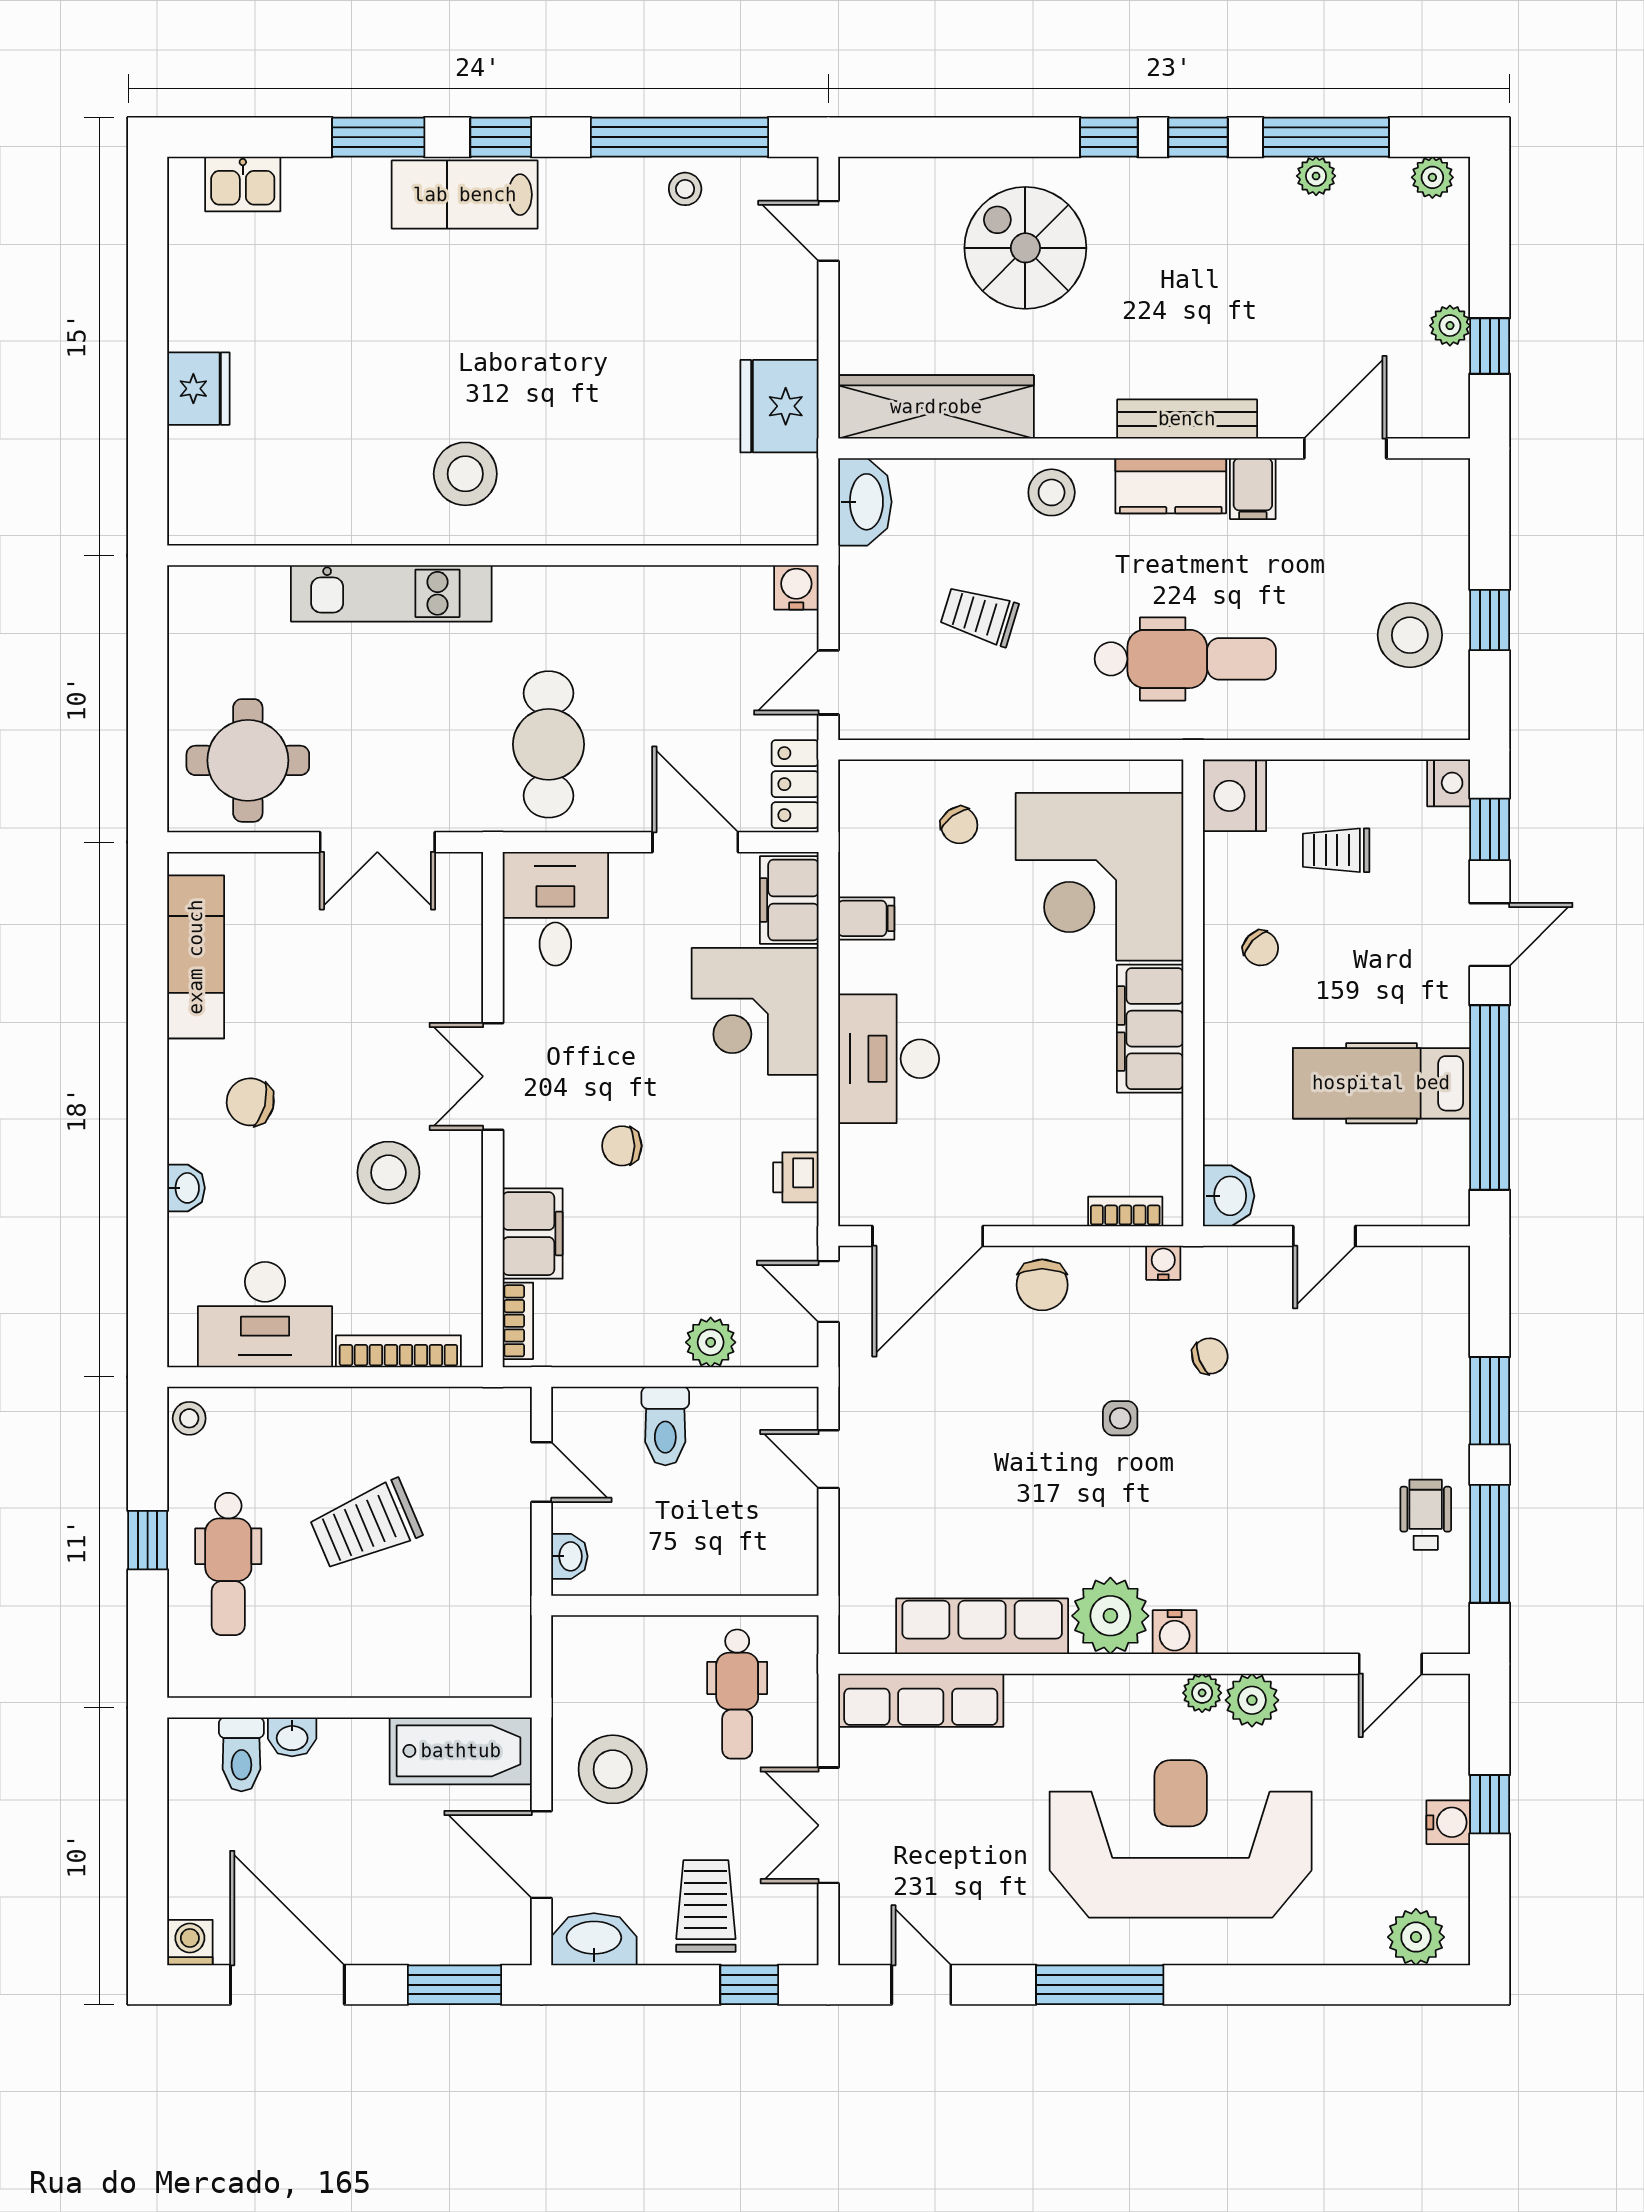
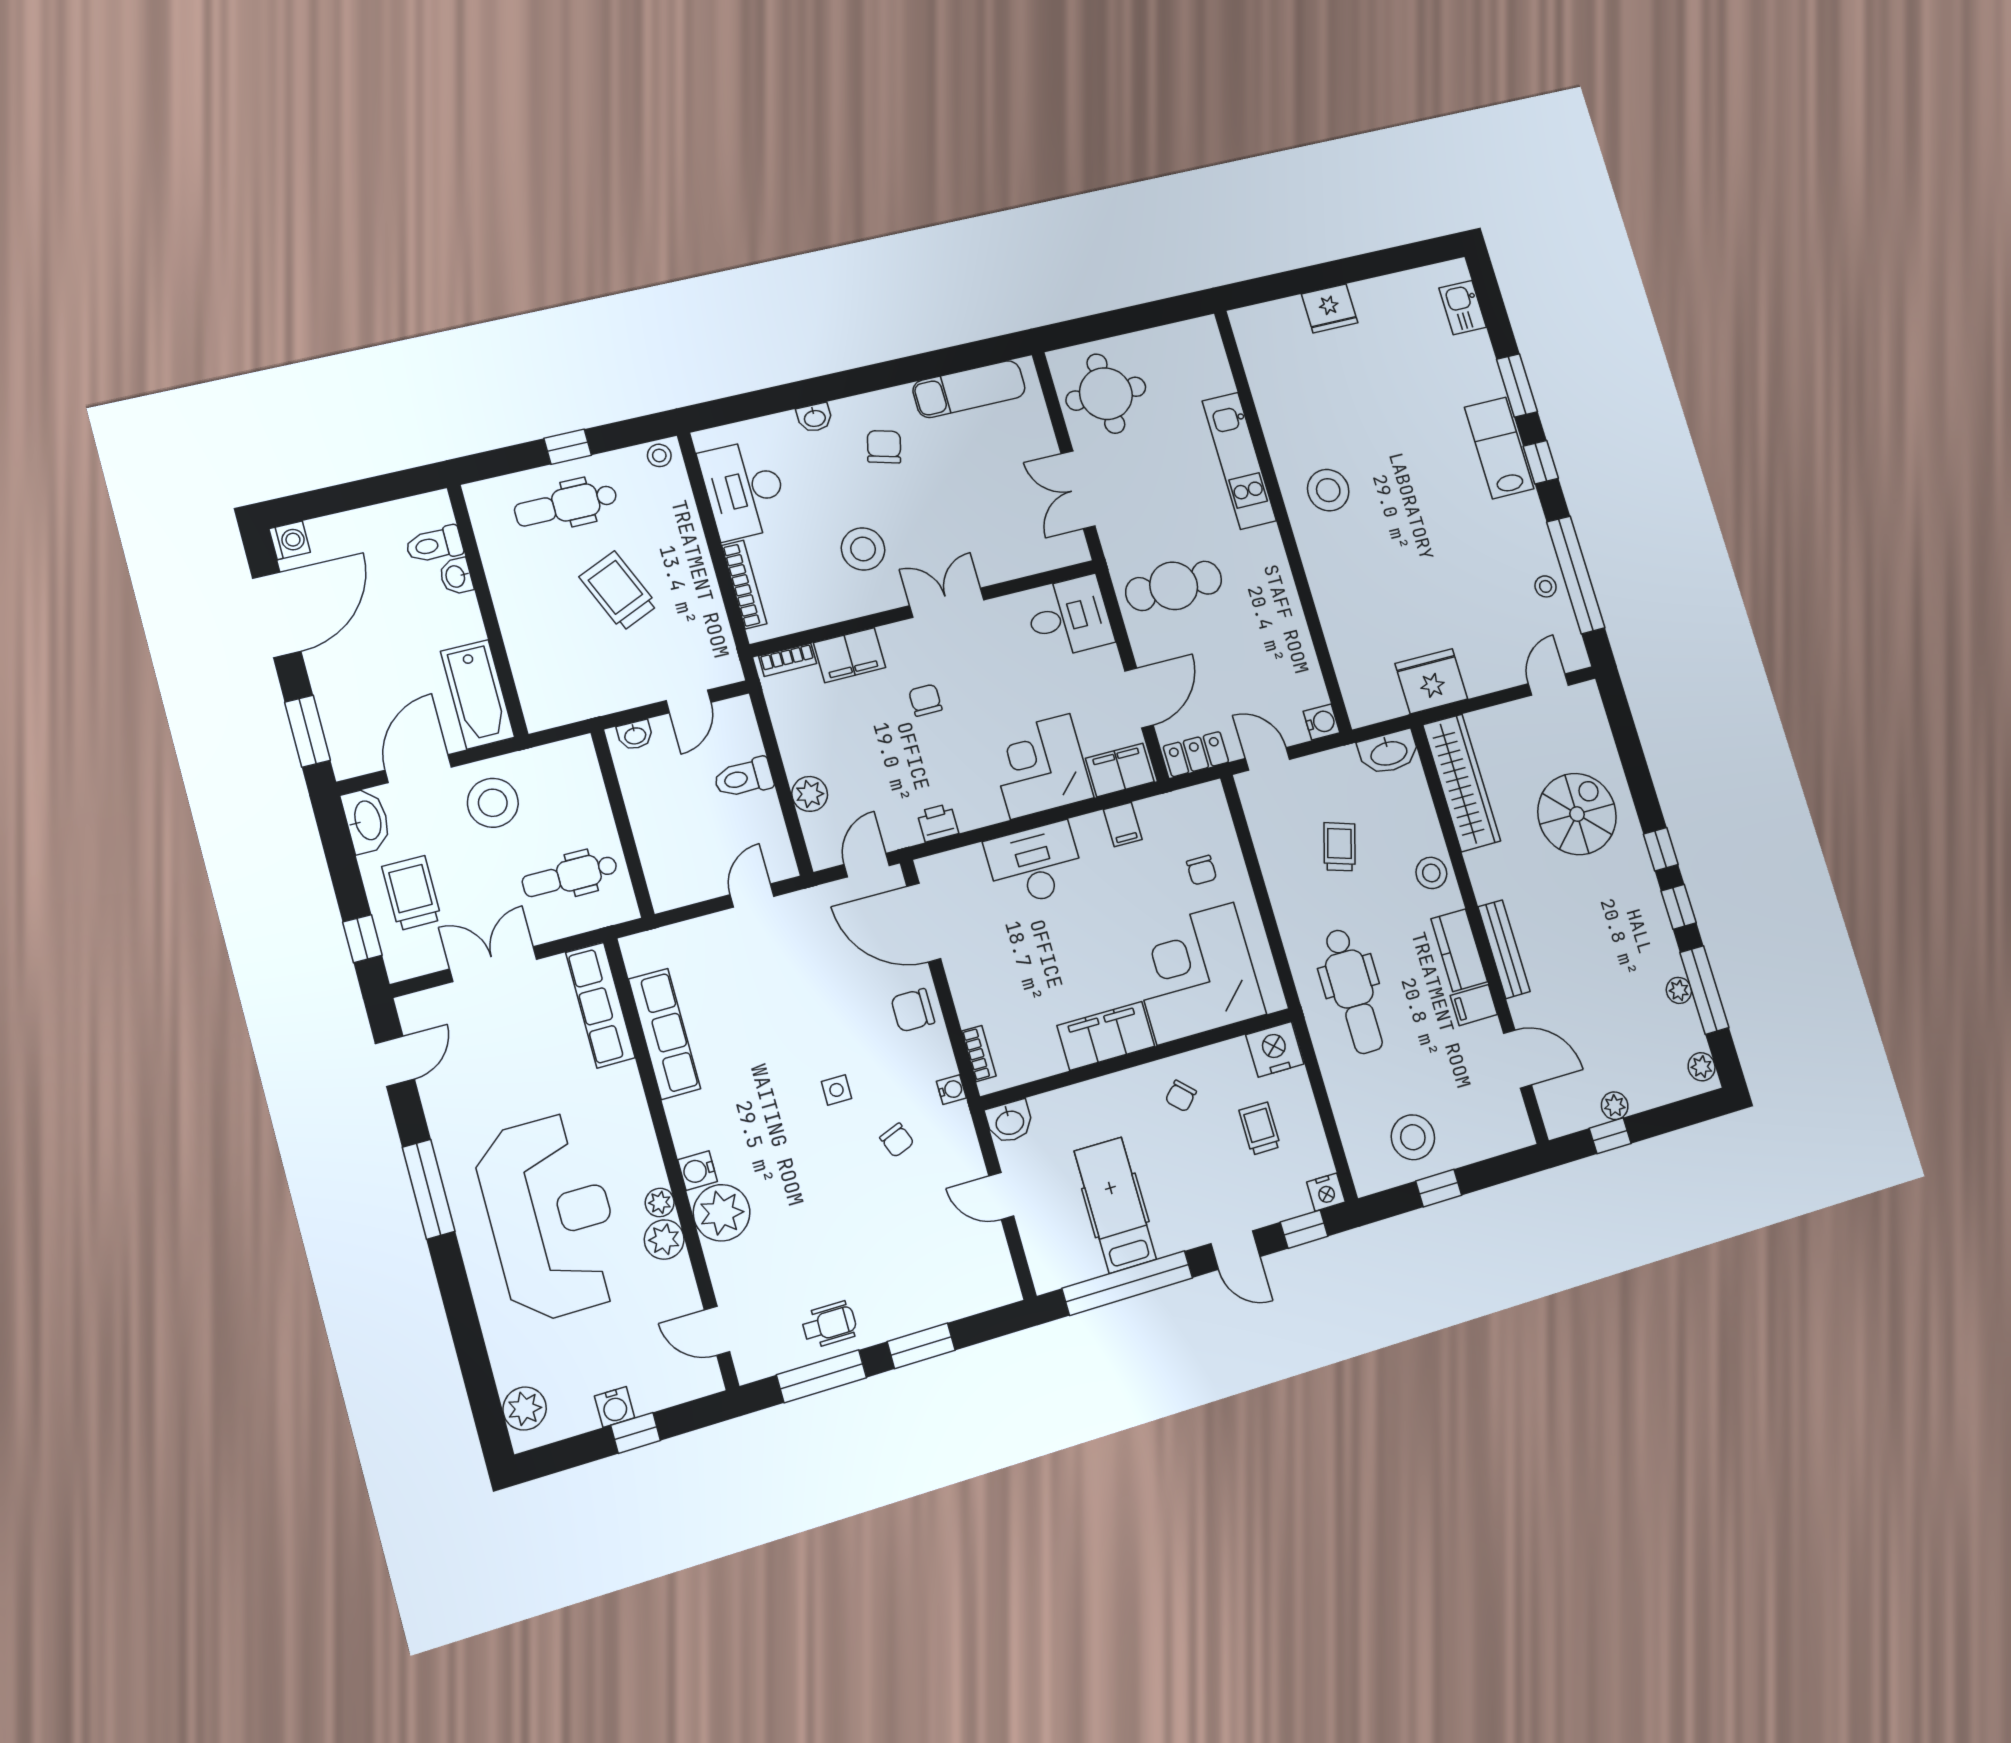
chair: (959, 825) -> (1202, 870), turned -54
plant: (1110, 1616) -> (722, 1213), moved
trolley: (706, 1906) -> (412, 893), turned -90

